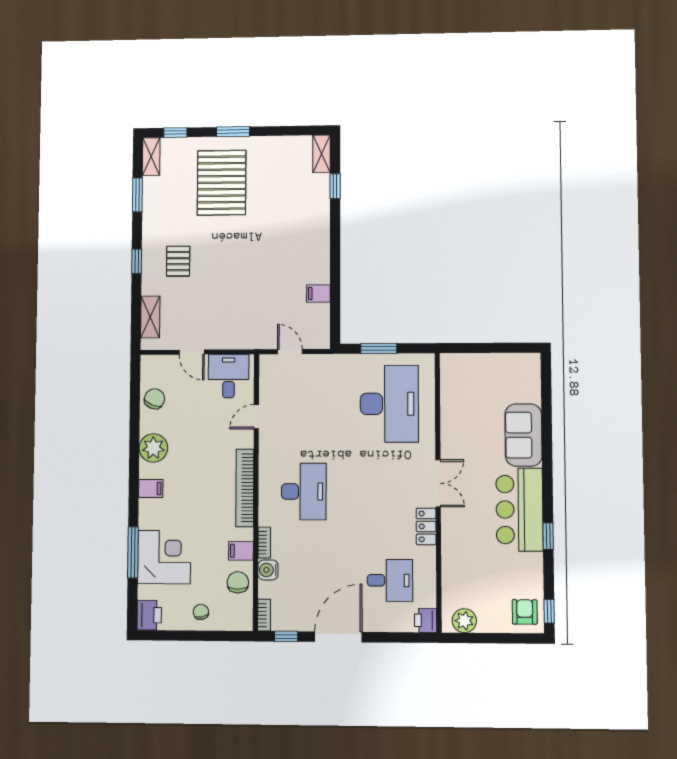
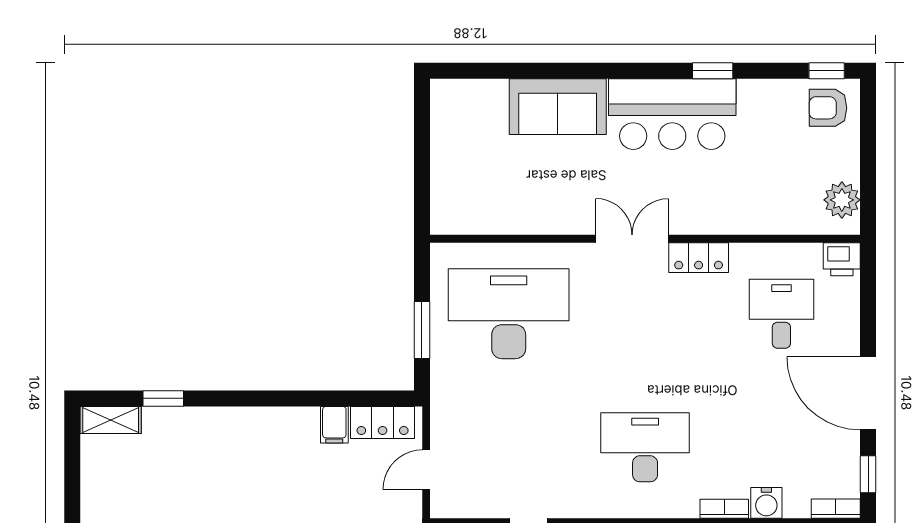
locker: (320, 324) -> (383, 422), added

